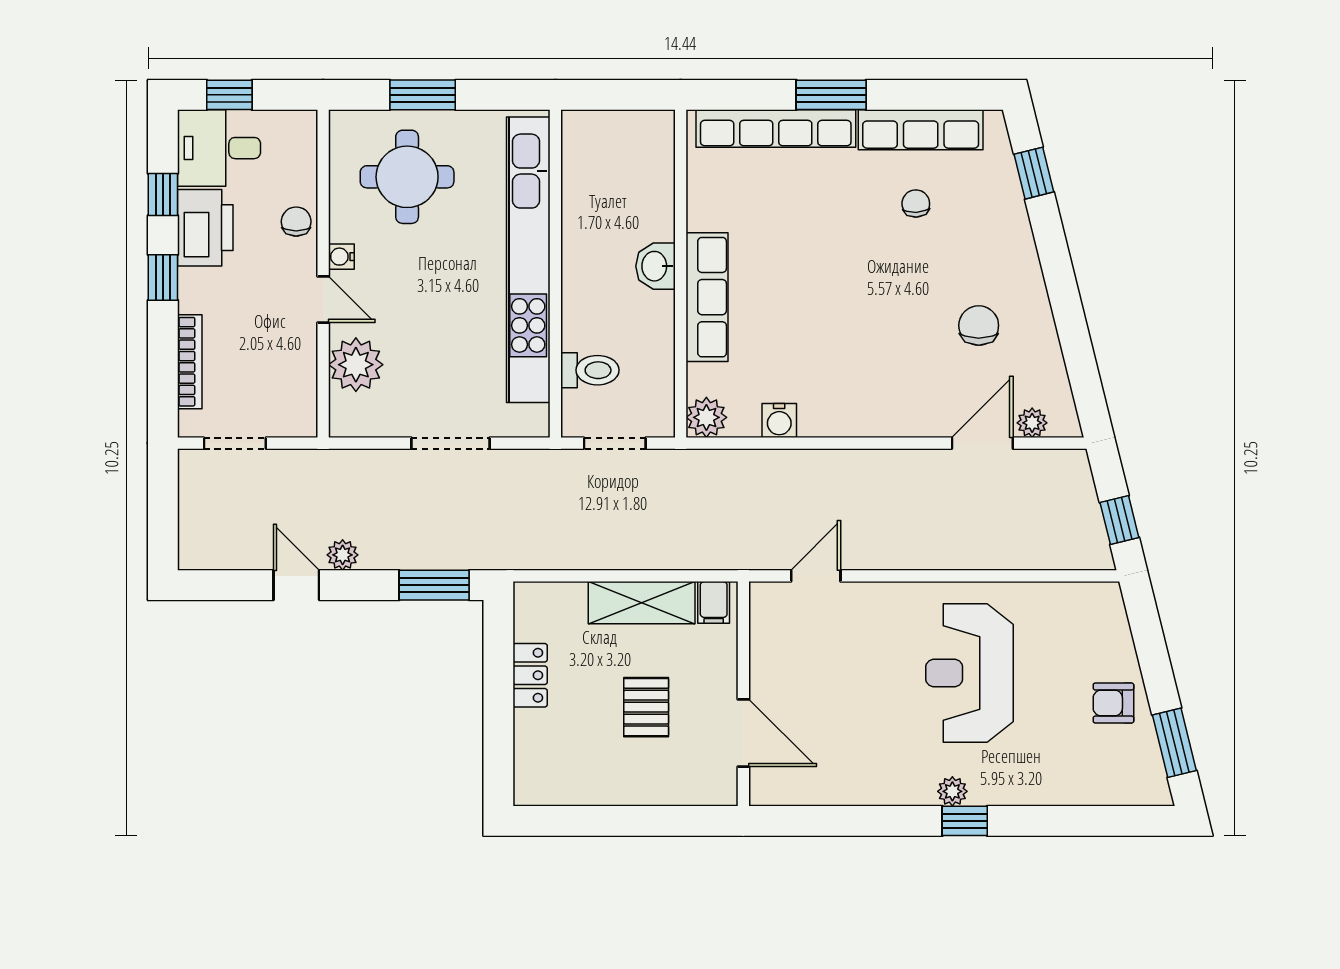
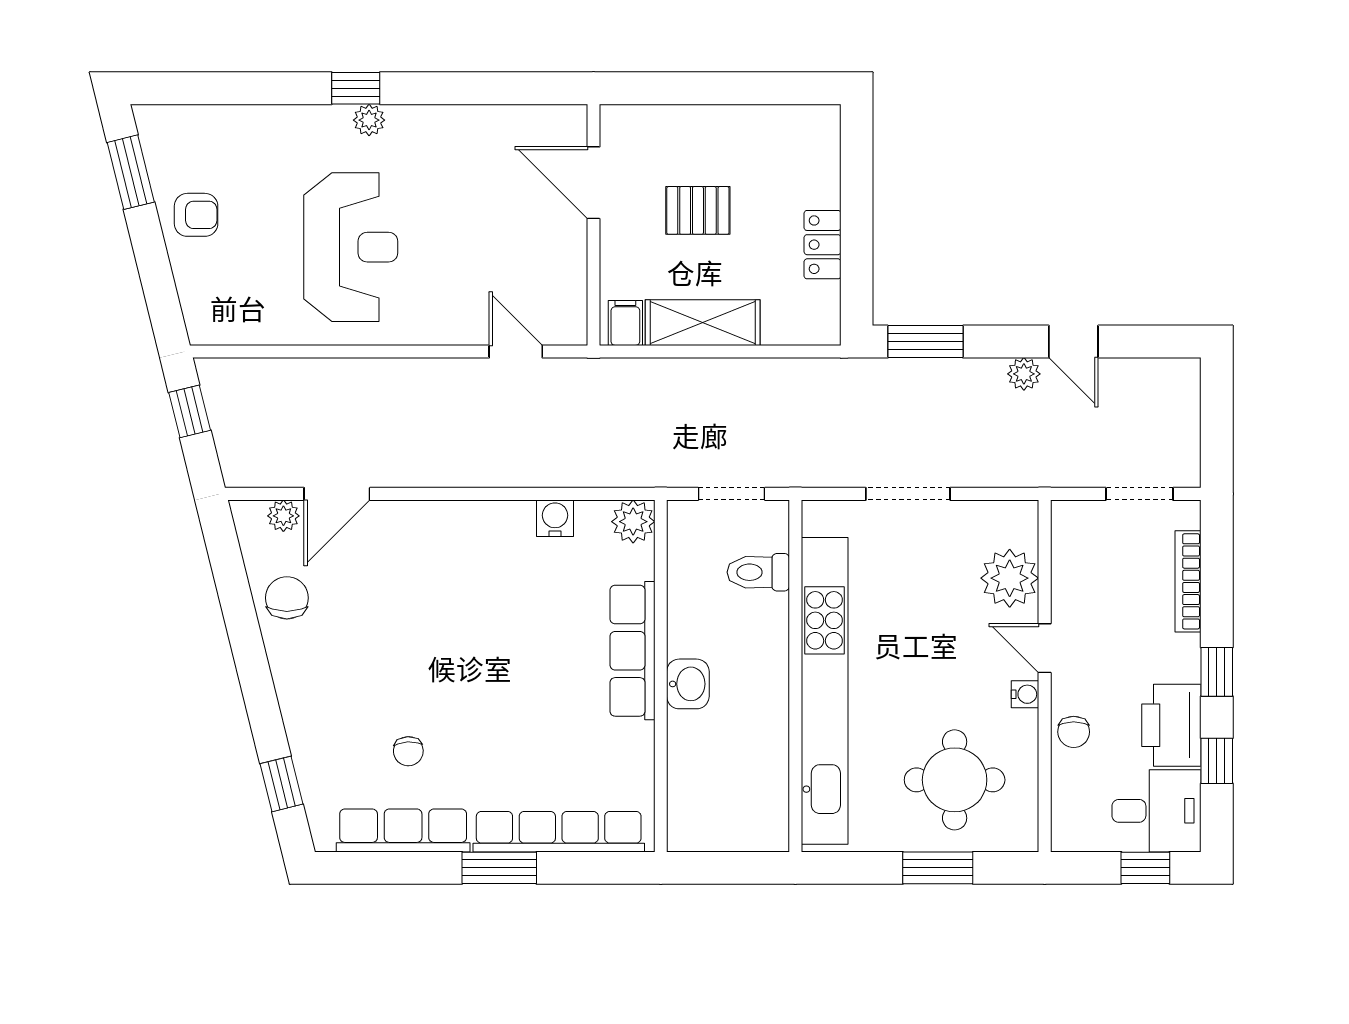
chair: (979, 325) -> (287, 598), moved, turned 180
door: (816, 576) -> (516, 351), swing flipped
pallet: (646, 707) -> (698, 210), turned 90

